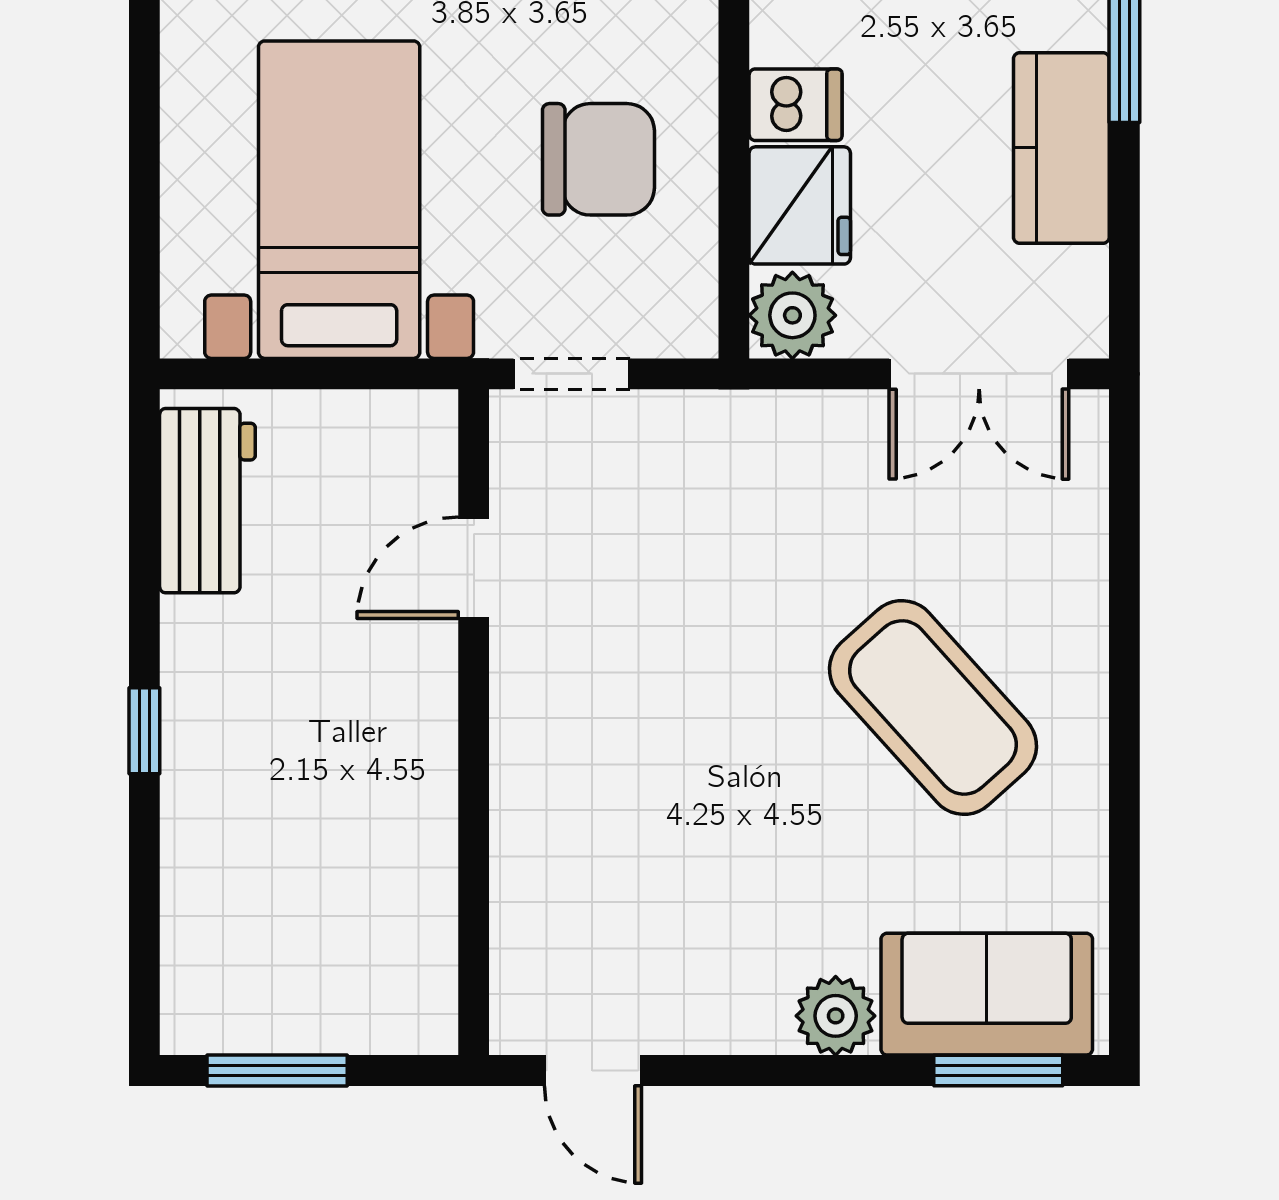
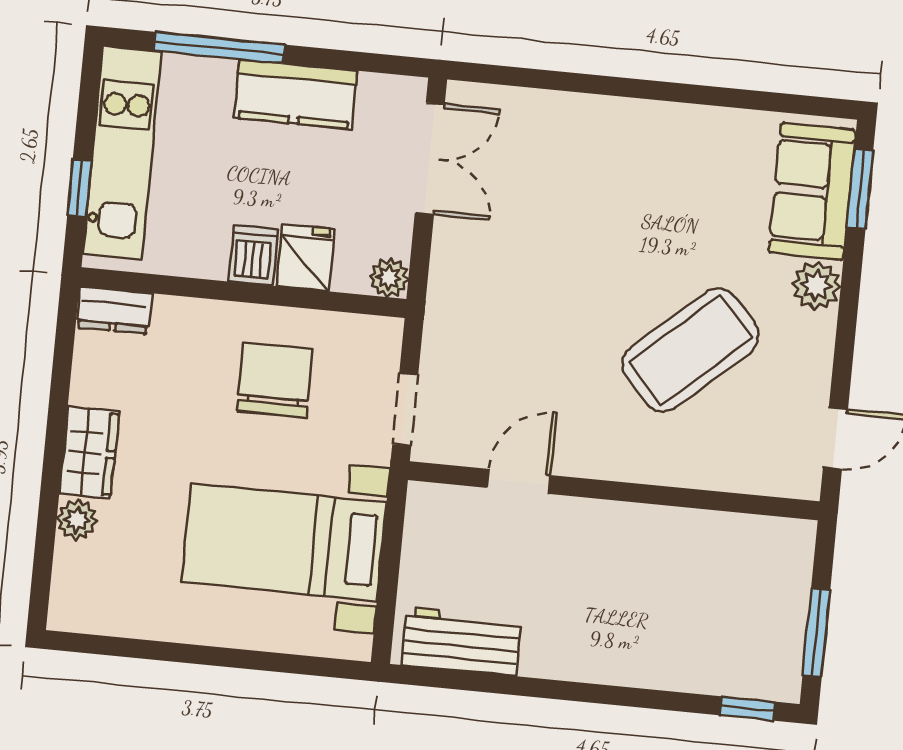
fridge: (800, 205) -> (305, 258), width x0.72
plant: (792, 315) -> (389, 278), width x0.73, depth x0.73
door: (474, 568) -> (519, 481), swing flipped
coffee table: (933, 707) -> (691, 350), moved
window: (144, 731) -> (748, 708), moved

